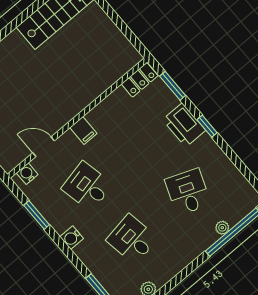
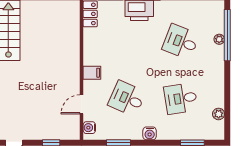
desk: (87, 186) -> (127, 98), turned 36

